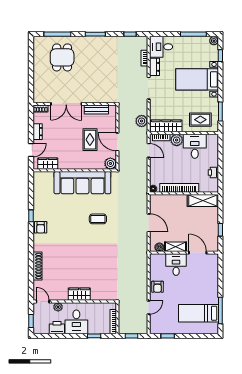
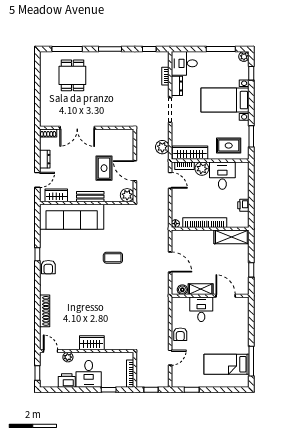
bench: (96, 109) -> (90, 197), moved
sofa: (82, 183) -> (72, 217), moved

